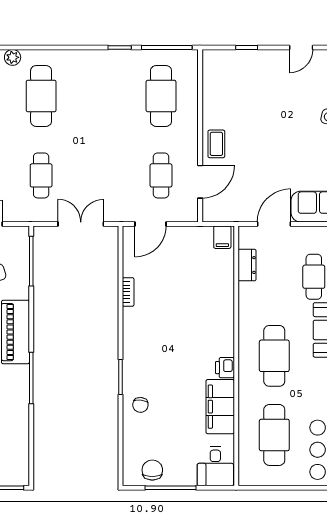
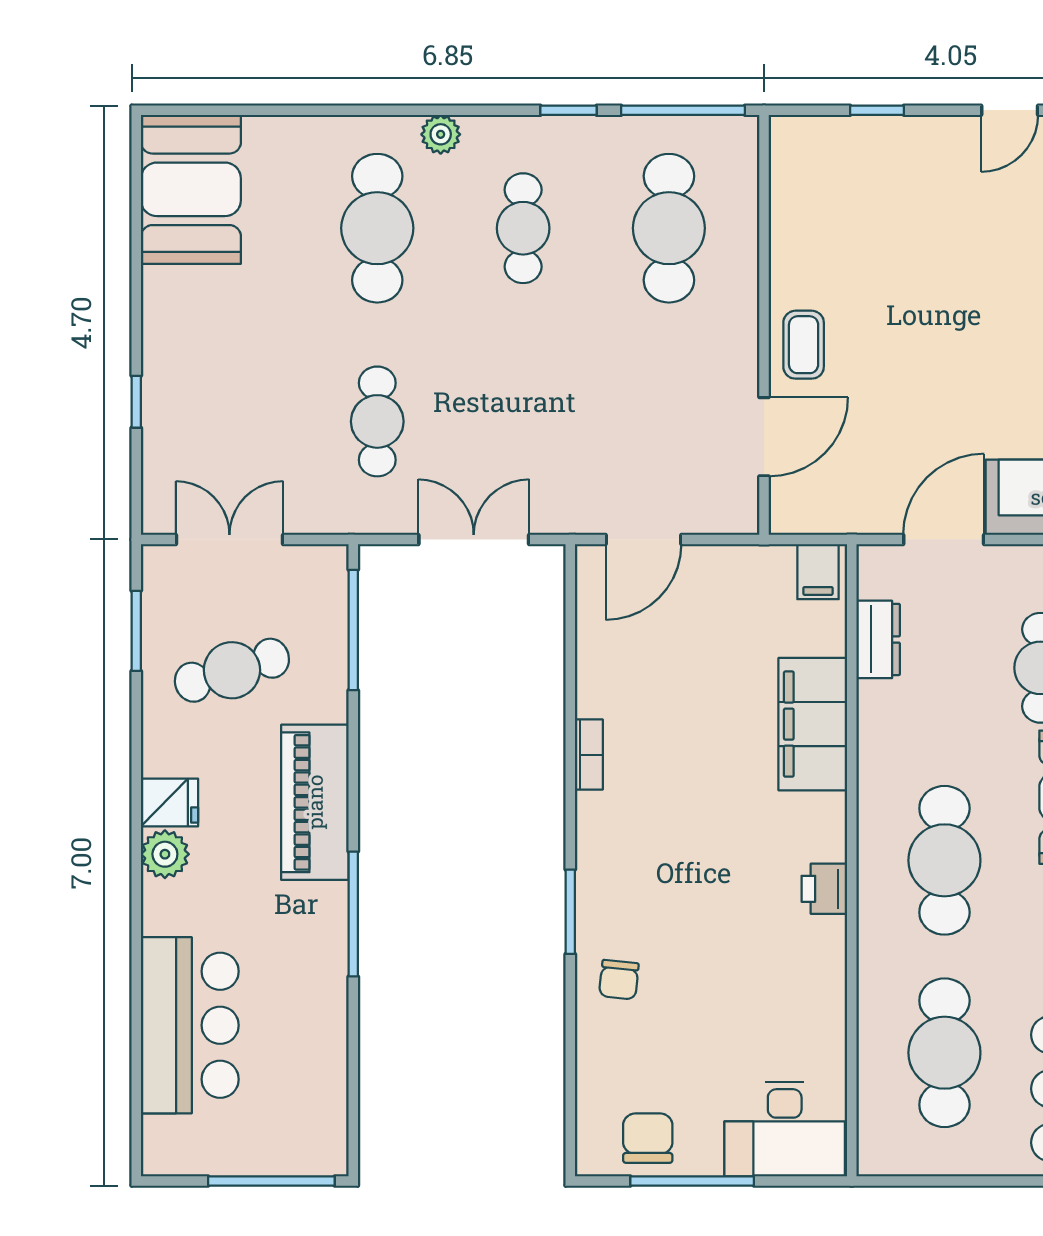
plant: (13, 57) -> (441, 134), moved
cafe table: (161, 175) -> (523, 228), moved
bookcase: (128, 292) -> (589, 755), moved
filing cabinet: (220, 407) -> (813, 724), moved
desk: (215, 466) -> (785, 1129), width x1.37

